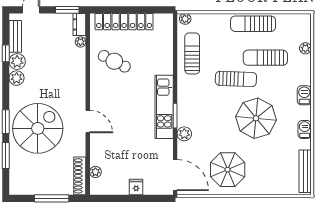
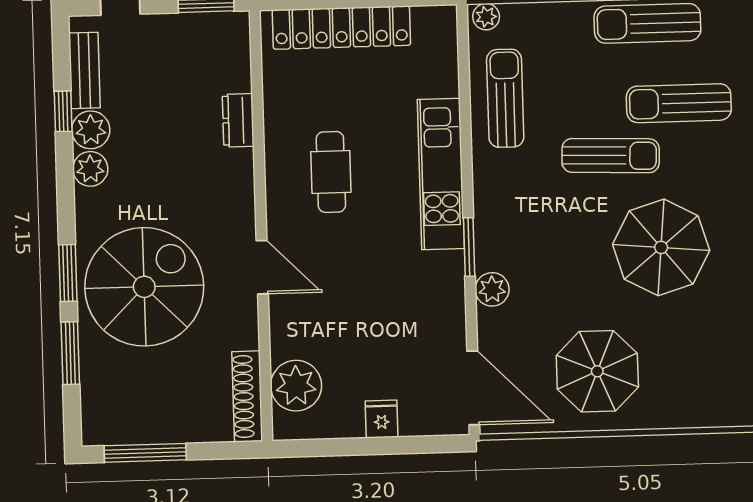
dresser: (79, 24) -> (238, 120), moved
plant: (80, 42) -> (239, 79), removed
cafe table: (114, 61) -> (331, 172), moved, turned 63
kitchen unit: (164, 107) -> (441, 174), moved
plant: (95, 172) -> (296, 386), width x1.87, depth x1.87
window: (52, 198) -> (145, 453), moved

